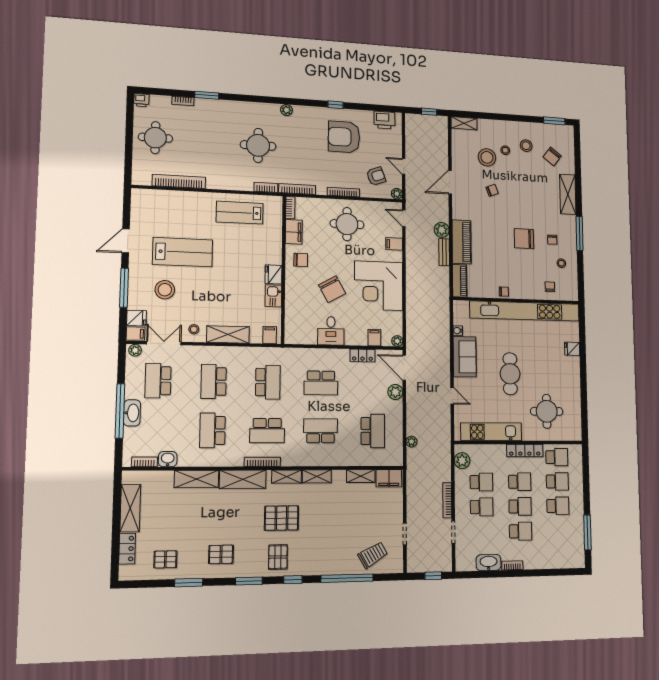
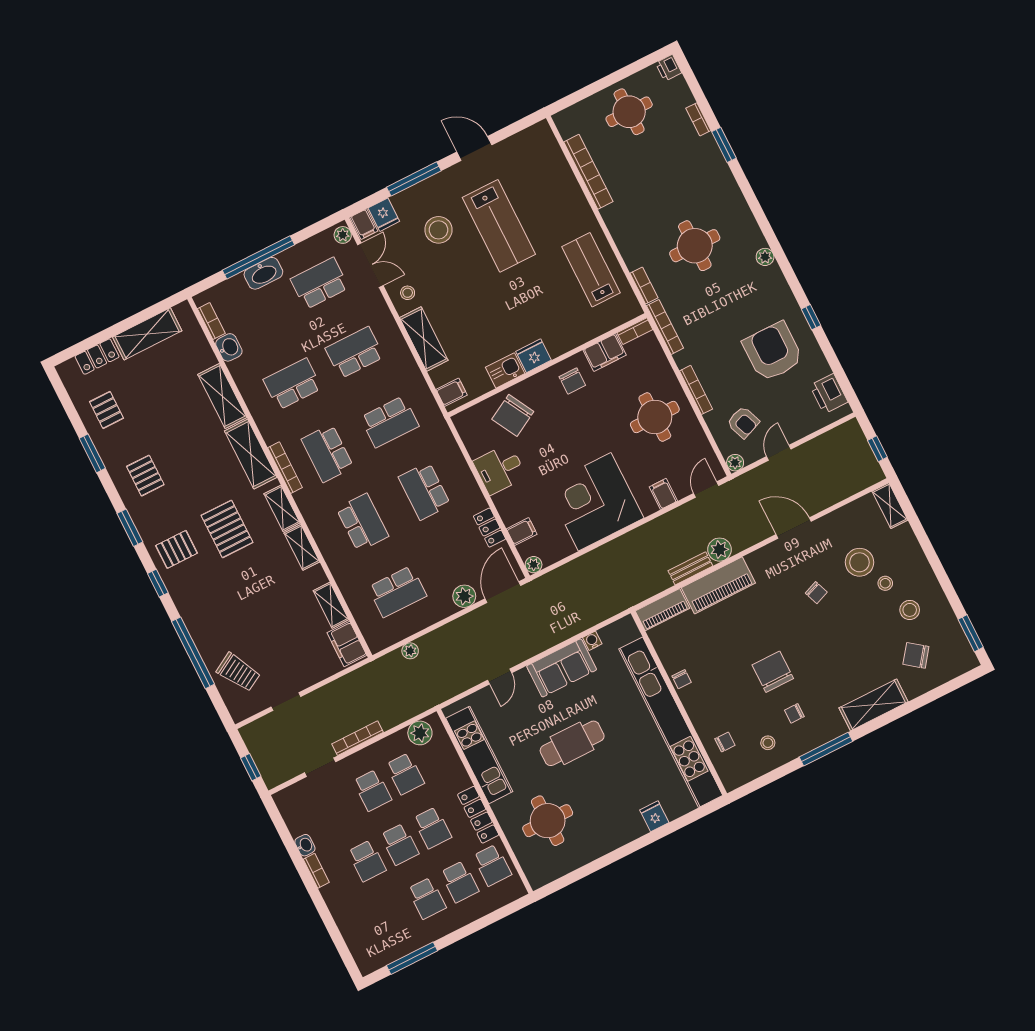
chair: (332, 289) -> (513, 415), moved
washbasin: (489, 563) -> (305, 845), width x0.52, depth x0.69

